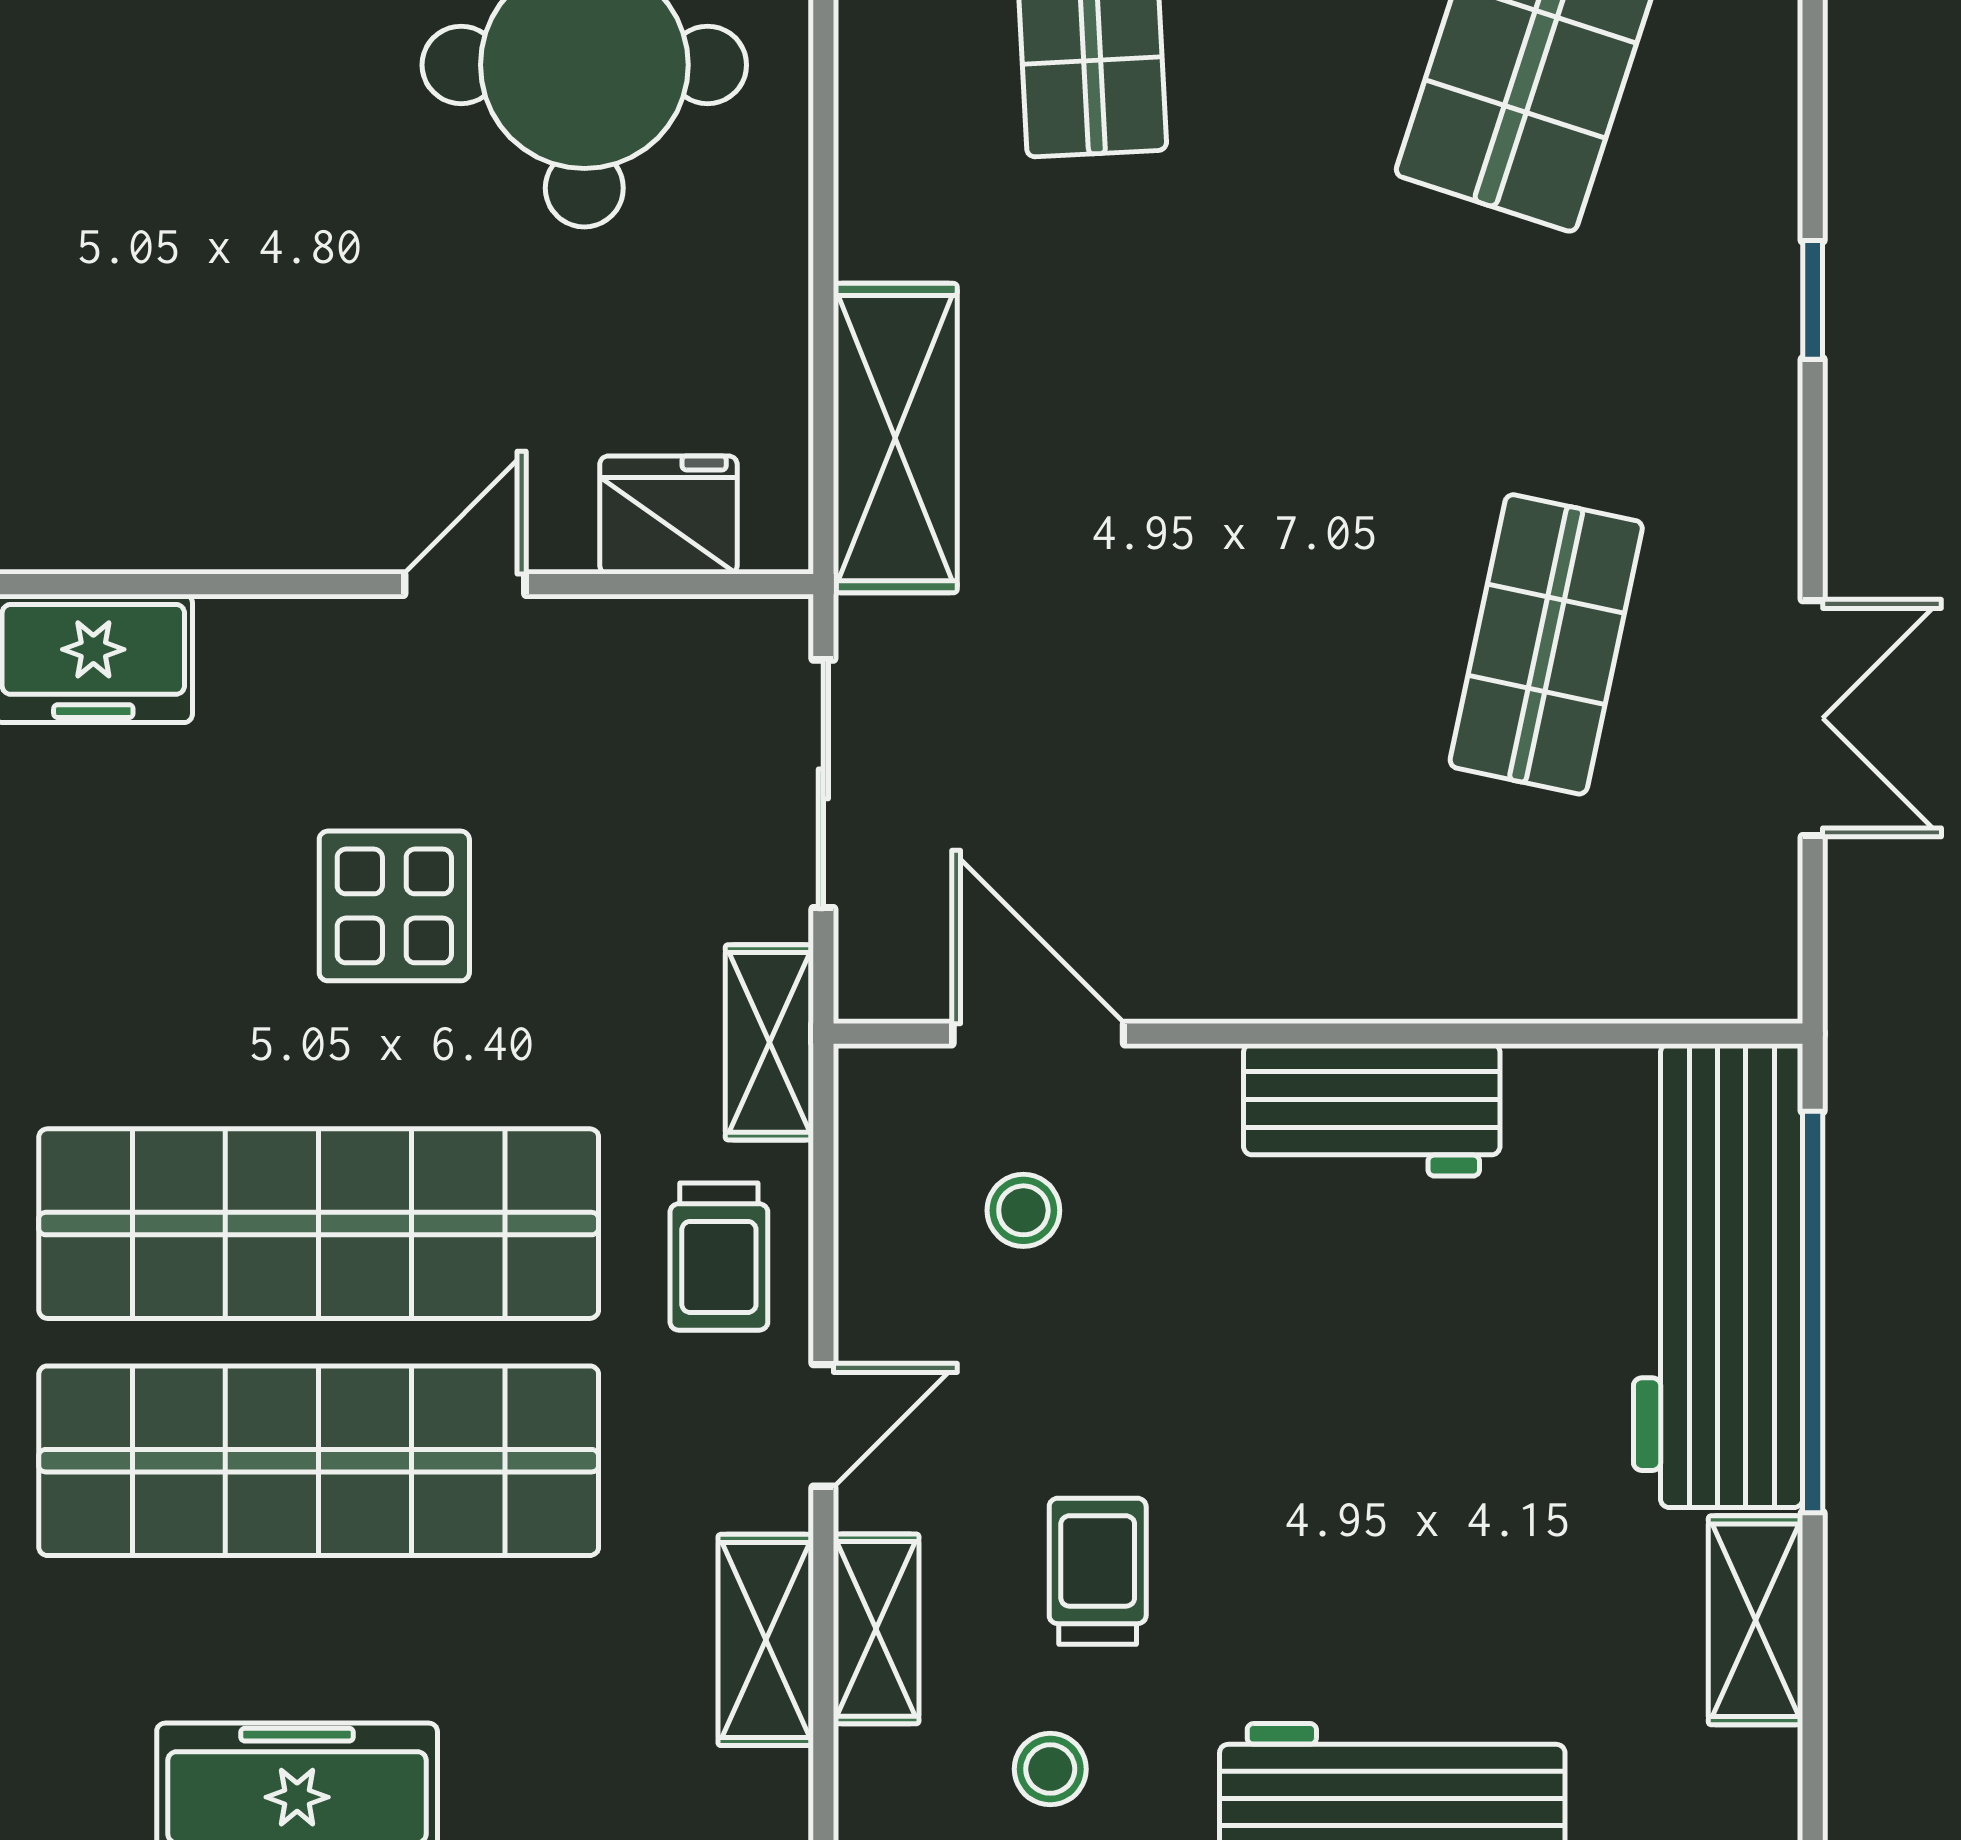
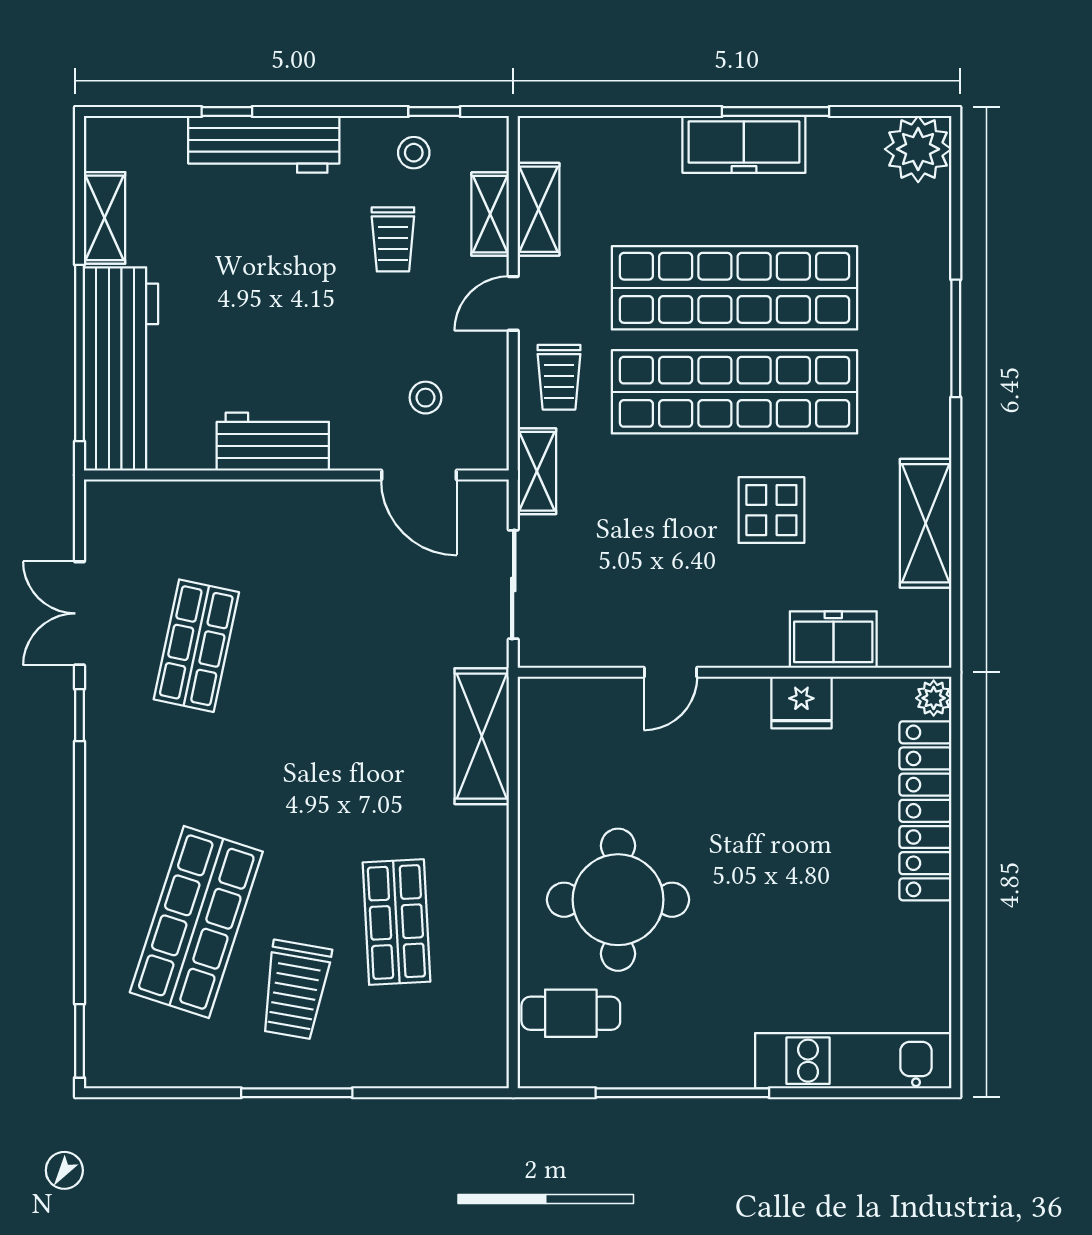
window: (1813, 300) -> (80, 715), moved
fridge: (668, 515) -> (801, 702), moved
display table: (394, 906) -> (771, 510), moved
trolley: (719, 1257) -> (559, 377), turned 180

